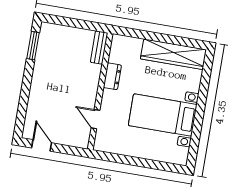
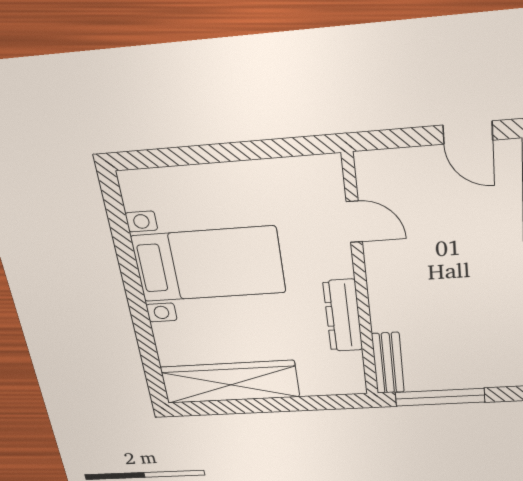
window: (80, 24) -> (440, 397), added
dresser: (112, 76) -> (343, 316), width x1.44

